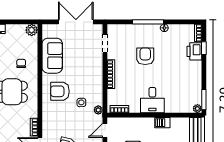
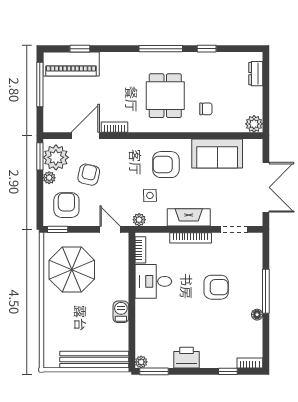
printer: (194, 51) -> (186, 358), moved
fireplace: (97, 75) -> (189, 217), added
armchair: (60, 91) -> (166, 165), turned -90
desk: (152, 100) -> (153, 281), moved

